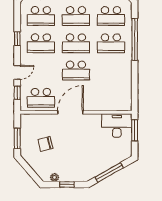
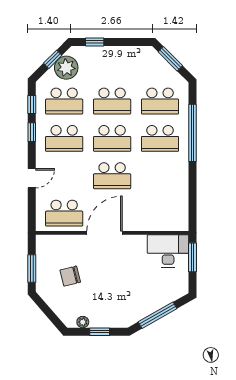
window: (17, 93) -> (32, 104), moved

